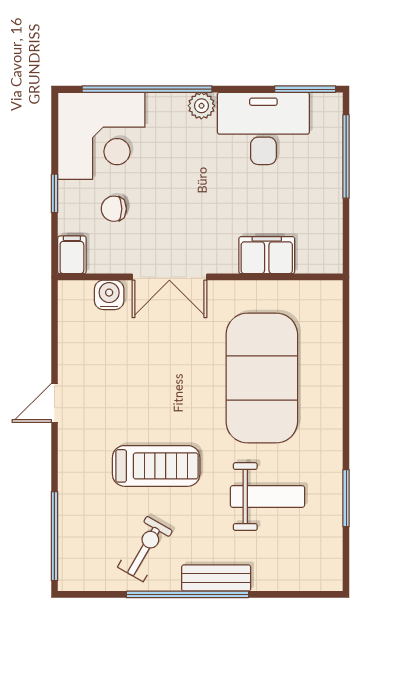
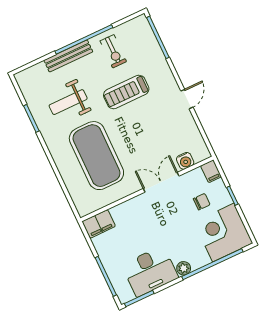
filing cabinet: (267, 255) -> (99, 224), moved
exercise bike: (145, 549) -> (113, 51), turned -30
bench: (216, 578) -> (68, 56), width x1.36

